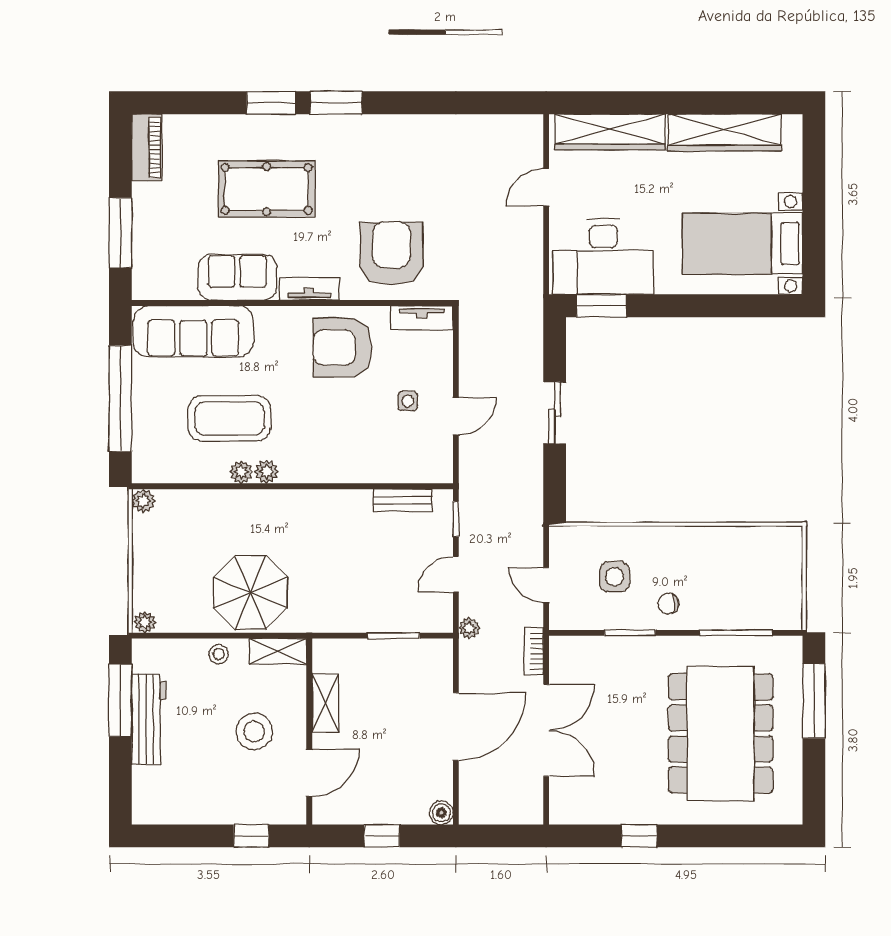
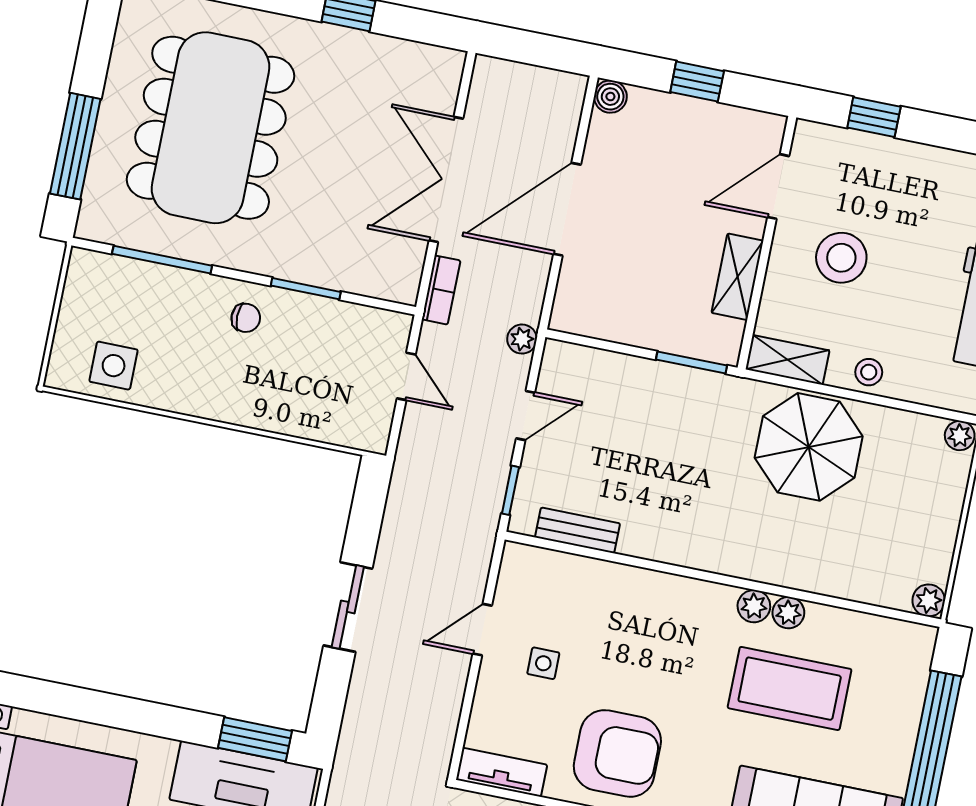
side table: (615, 577) -> (114, 366), moved
window: (394, 636) -> (691, 362), moved

